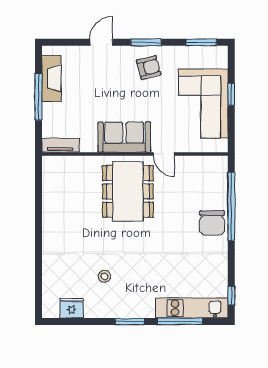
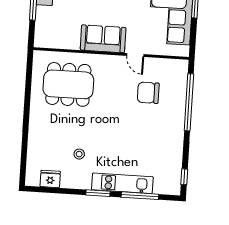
tv unit: (60, 145) -> (49, 42), removed
dining table: (128, 191) -> (68, 84), moved, turned 90
chair: (212, 223) -> (148, 93), moved, turned 90
kitchen unit: (192, 308) -> (122, 183), moved

